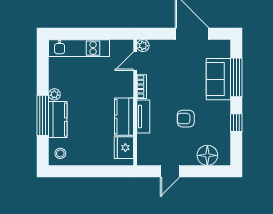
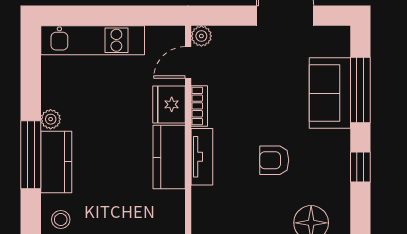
fridge: (124, 148) -> (169, 104), moved

